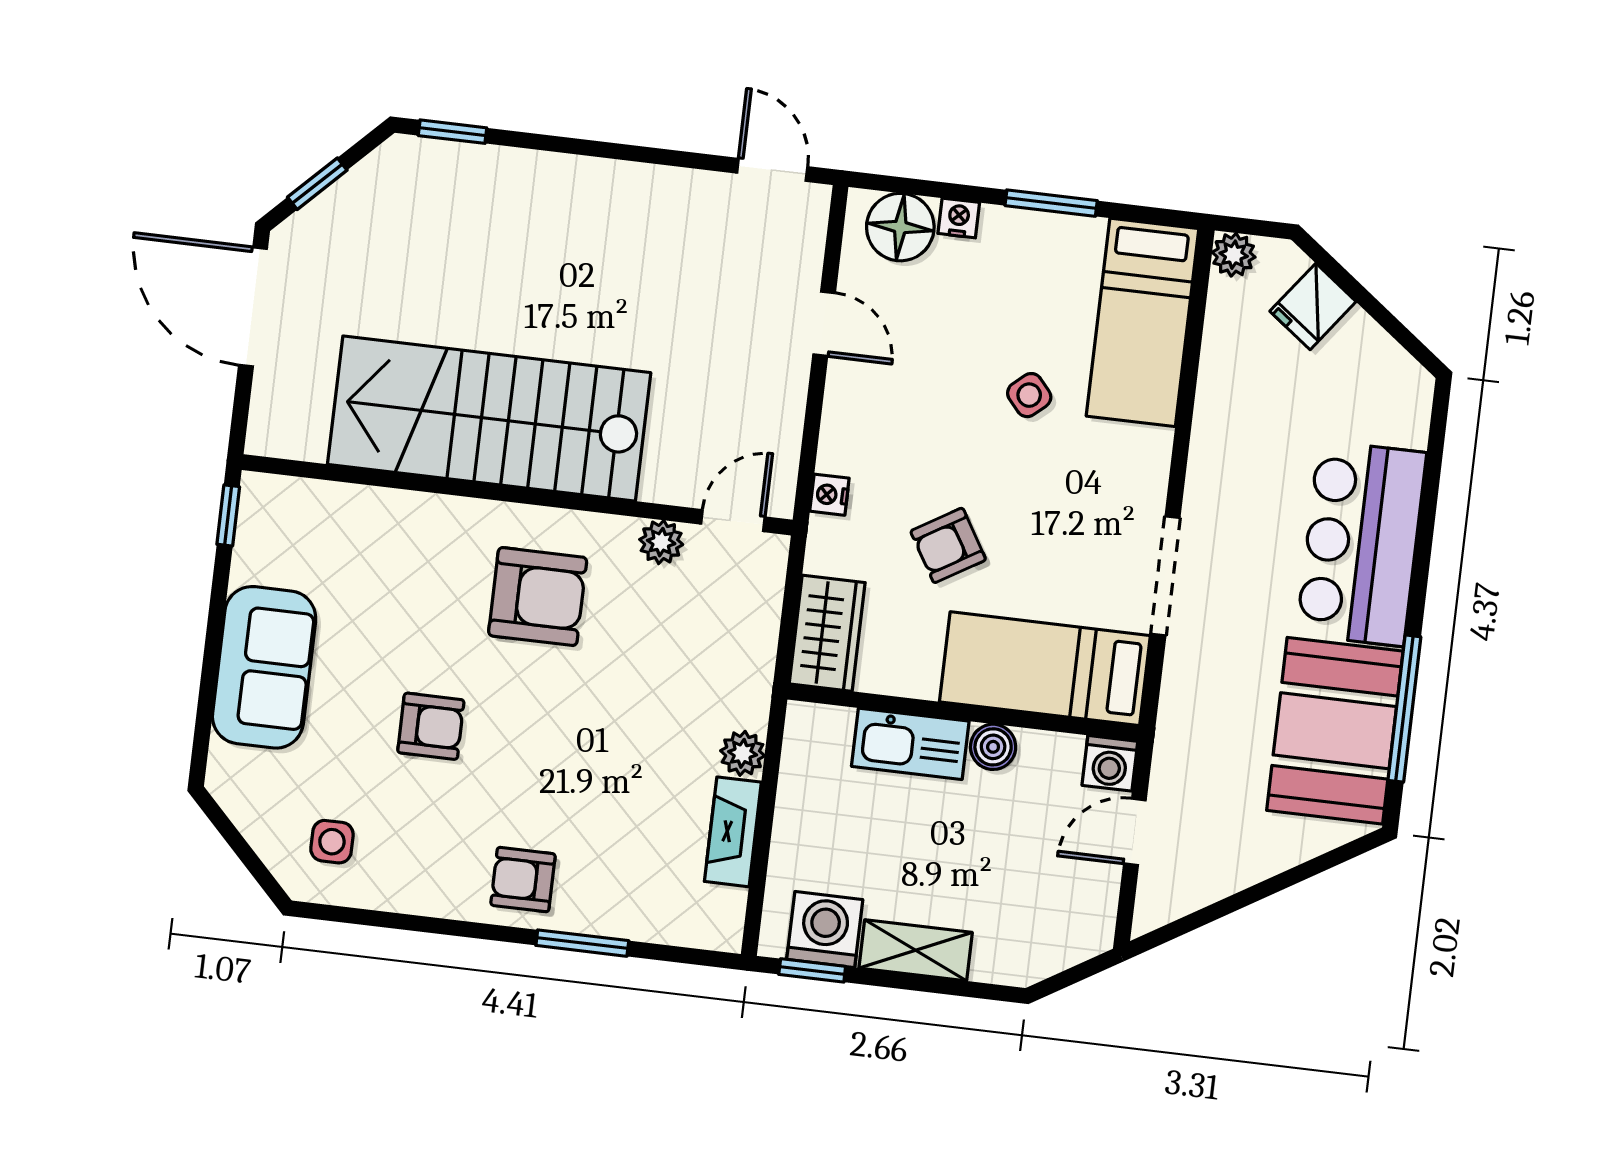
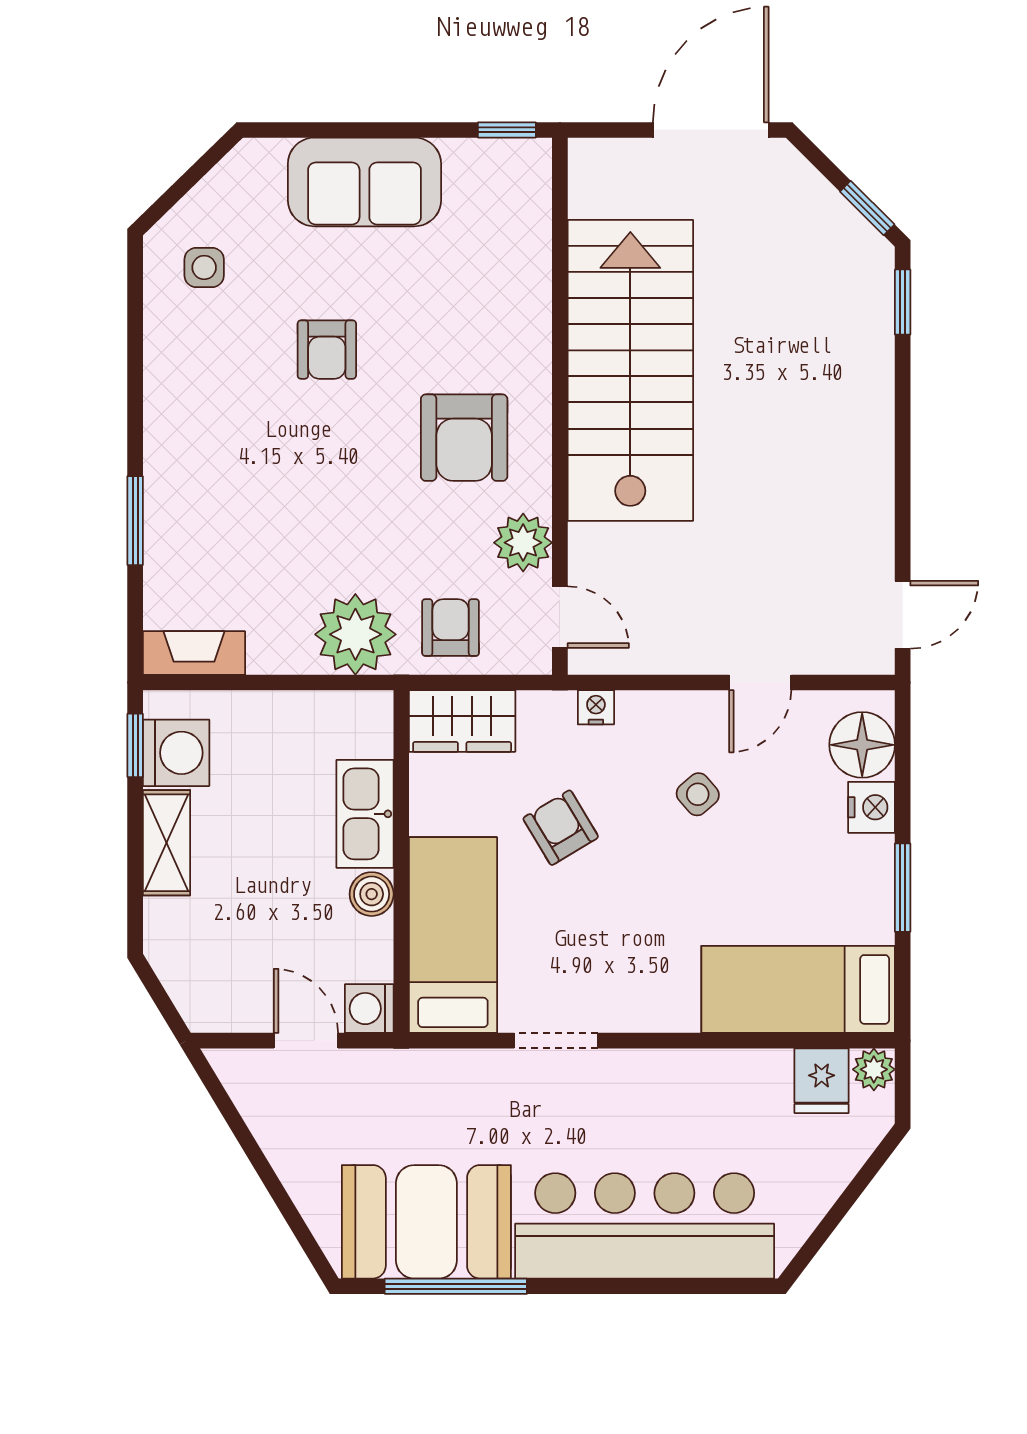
window: (317, 184) -> (867, 208), moved
nightstand: (959, 218) -> (871, 807), width x1.39, depth x1.35
fridge: (1313, 306) -> (822, 1081), moved, turned -127
side table: (1029, 395) -> (698, 794), moved
plant: (661, 542) -> (523, 543), width x1.38, depth x1.38
bar counter: (1361, 543) -> (645, 1226), width x1.36
doorway: (1165, 576) -> (556, 1041), width x0.73
plant: (743, 753) -> (355, 634), width x1.88, depth x1.88
fireplace: (733, 832) -> (194, 653), moved
armchair: (523, 880) -> (451, 628), moved

